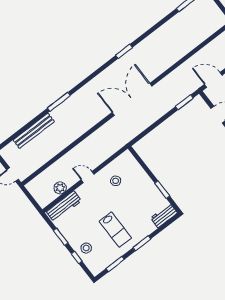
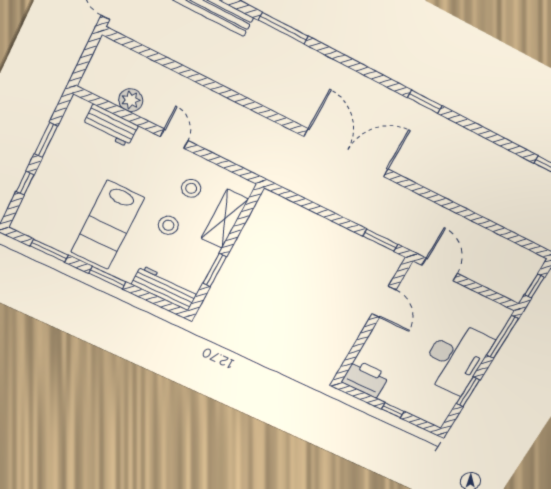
shelving: (138, 172) -> (225, 219), added
workbench: (64, 206) -> (111, 125), width x0.73
workbench: (164, 215) -> (165, 288), width x1.38
lab bench: (115, 230) -> (108, 225), width x1.36, depth x1.39
stool: (86, 248) -> (168, 225), moved

